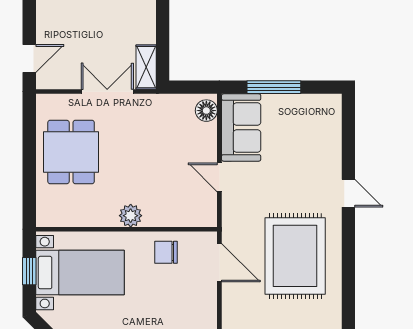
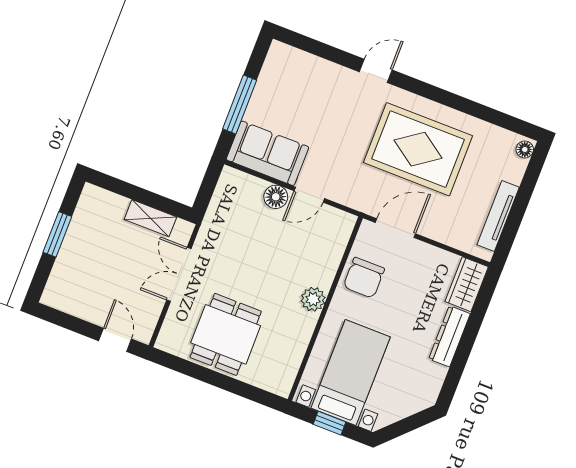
shelving: (146, 67) -> (150, 218), moved
floor lamp: (206, 111) -> (276, 197), moved
dining table: (71, 152) -> (226, 334), turned 90
chair: (166, 252) -> (364, 278), width x1.37, depth x1.37

